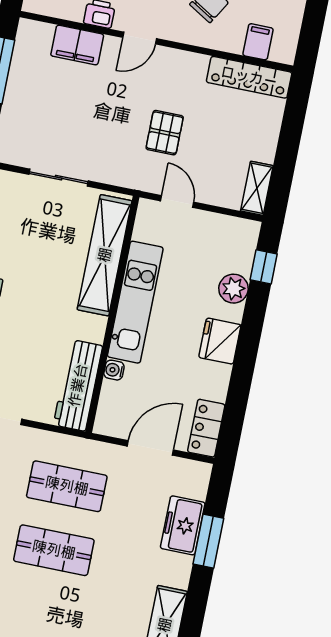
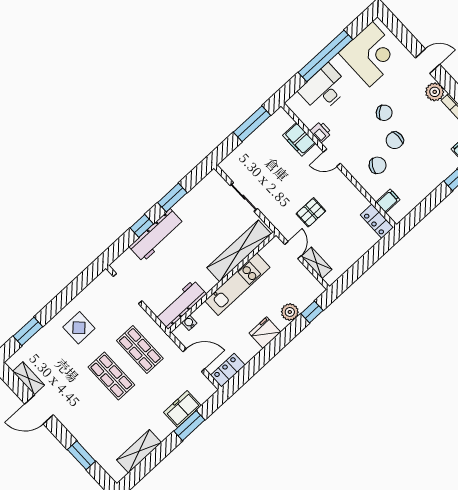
locker: (249, 77) -> (377, 221), width x0.66
shelving: (257, 188) -> (317, 263), moved, turned 90
water cooler: (114, 370) -> (189, 323), moved

